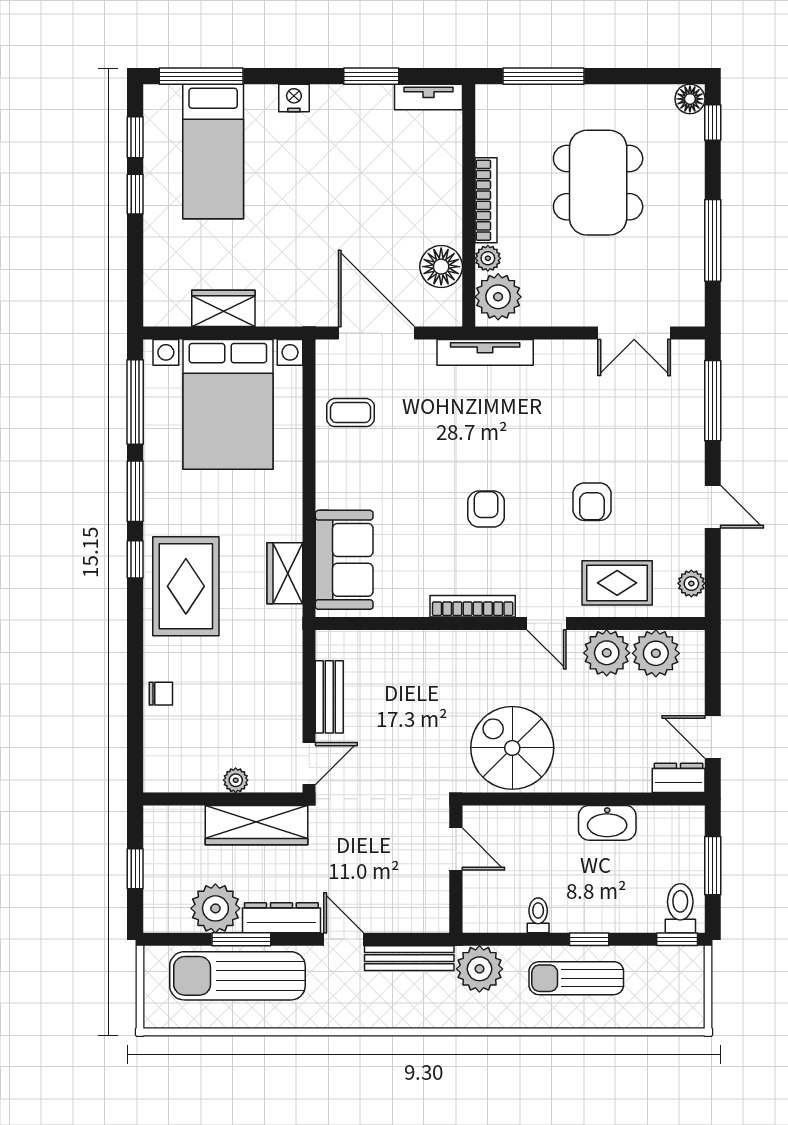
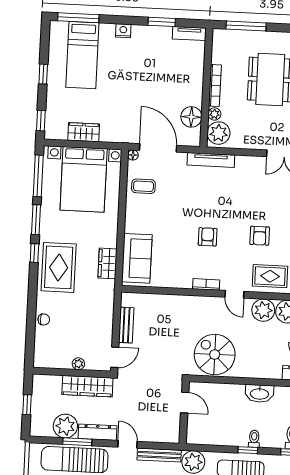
window: (135, 137) -> (41, 121), moved
floor lamp: (326, 350) -> (133, 155), added
bookcase: (473, 606) -> (206, 284), width x0.64
toilet: (538, 915) -> (254, 439), moved

